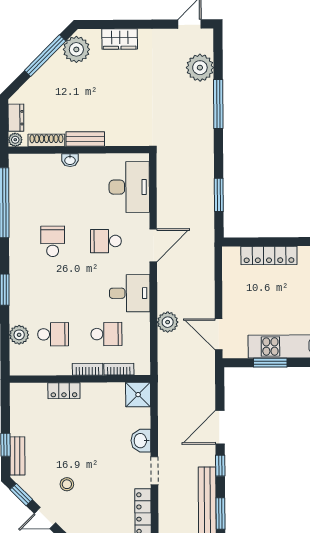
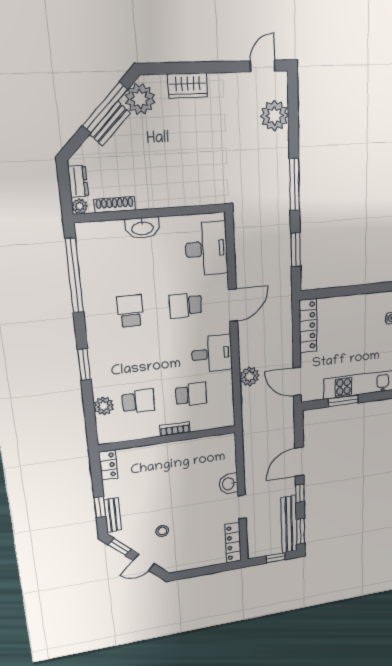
window: (218, 104) -> (294, 184), moved
bench: (85, 139) -> (110, 124), moved, turned -45
washbasin: (70, 160) -> (142, 228), width x1.91, depth x1.45
locker: (269, 256) -> (308, 326), moved, turned -90
bookcase: (119, 369) -> (205, 425), removed
locker: (64, 391) -> (108, 465), moved, turned -90
shower: (138, 395) -> (224, 445), removed

